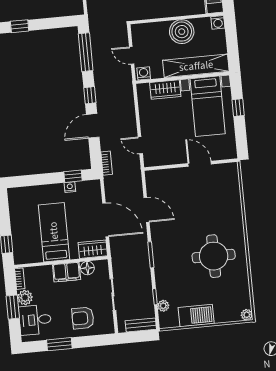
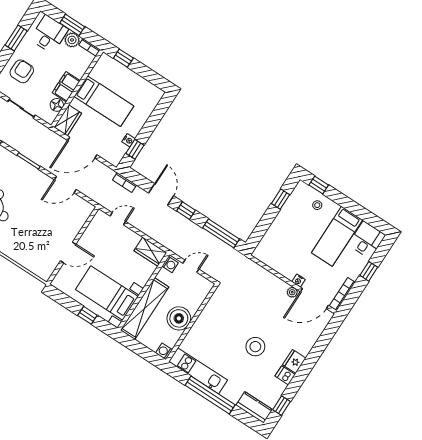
wardrobe: (165, 90) -> (150, 252), moved, turned -90

